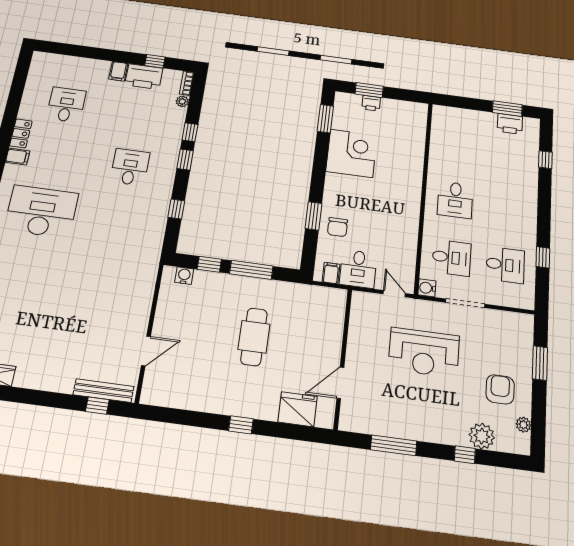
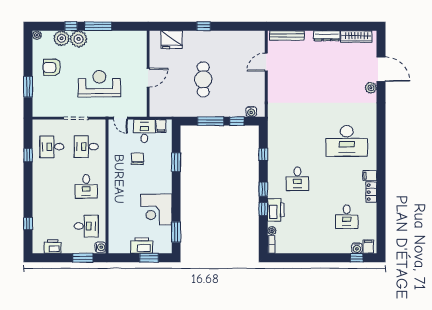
water cooler: (61, 61) -> (357, 248), added
window: (155, 61) -> (357, 258), moved
filing cabinet: (118, 71) -> (368, 246), moved
printer: (144, 77) -> (276, 210), moved, turned 90
printer: (371, 103) -> (142, 246), width x1.87, depth x1.48
window: (507, 109) -> (83, 258), moved
desk: (459, 145) -> (86, 226), added
desk: (455, 200) -> (86, 186), turned 180
chair: (337, 227) -> (137, 159), moved
water cooler: (427, 288) -> (100, 247), moved
dresser: (37, 381) -> (327, 36), added
door: (340, 383) -> (148, 78), moved
armchair: (500, 389) -> (52, 67), turned 90
window: (97, 406) -> (289, 26), removed
plant: (523, 425) -> (37, 35), moved
plant: (453, 431) -> (79, 39), added
window: (394, 445) -> (98, 26), moved

